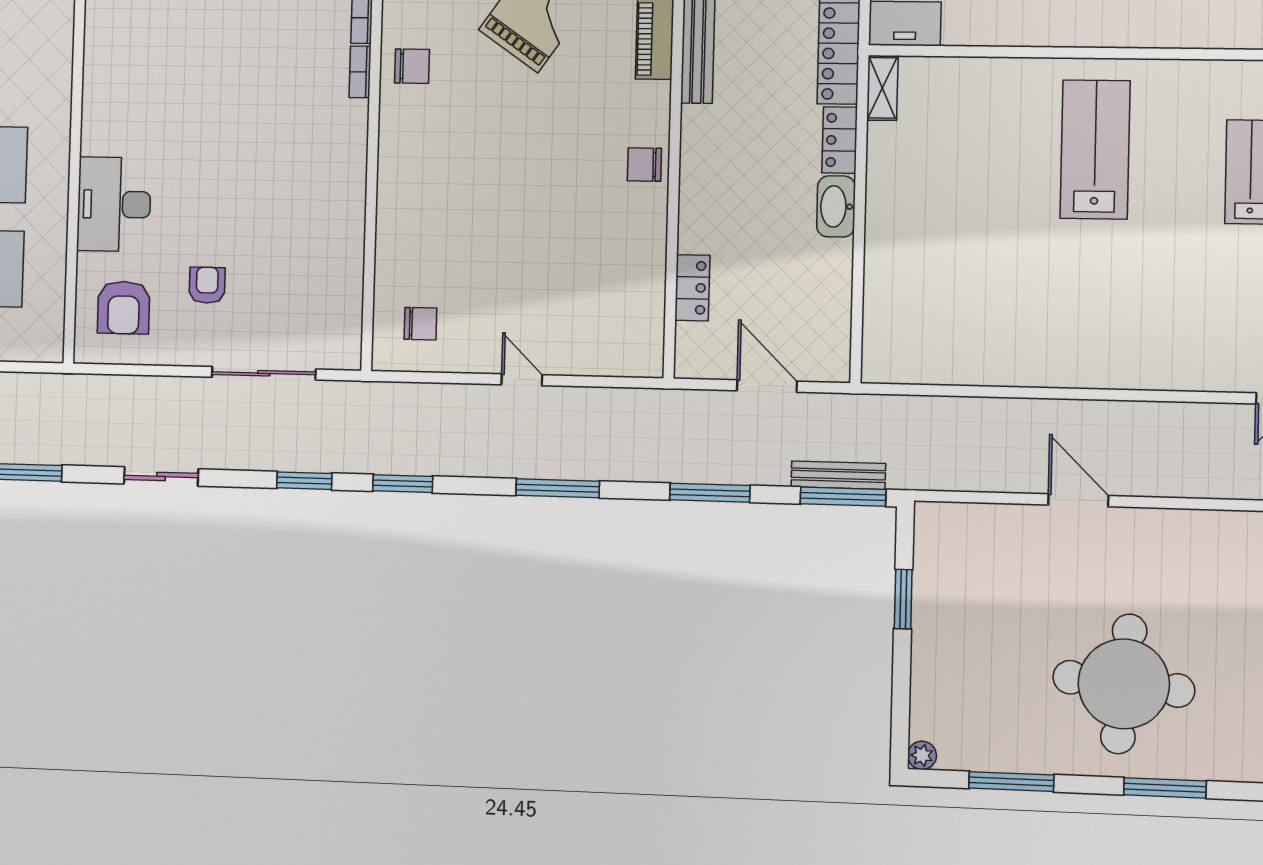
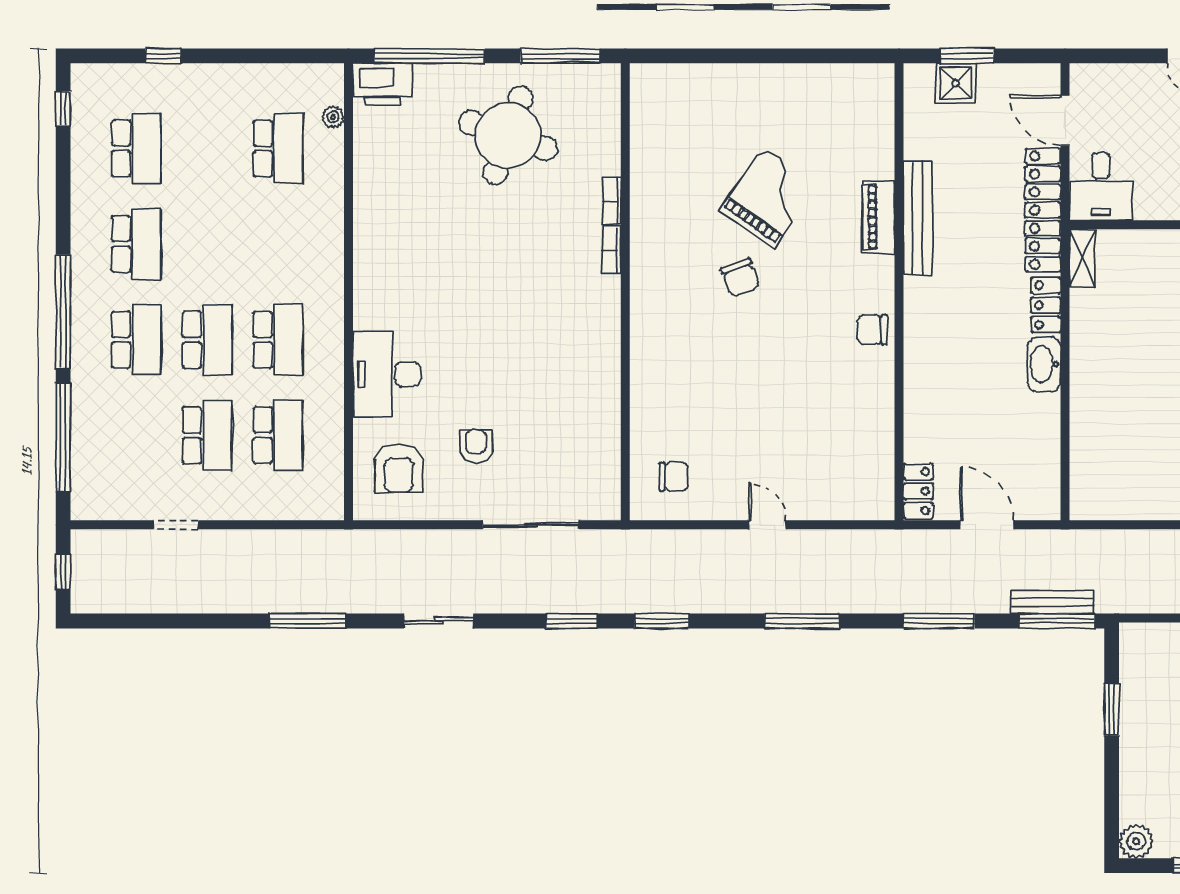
chair: (412, 66) -> (740, 278), moved, turned 70
locker: (692, 288) -> (918, 491), moved
plant: (922, 755) -> (1136, 841), width x1.38, depth x1.38

